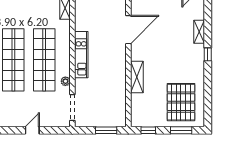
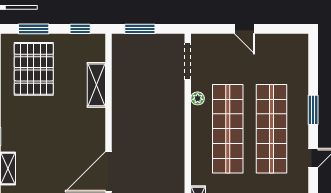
kitchen unit: (81, 55) -> (175, 136), removed
shelving: (137, 77) -> (96, 85), moved
door: (32, 130) -> (245, 29), hinge flipped

